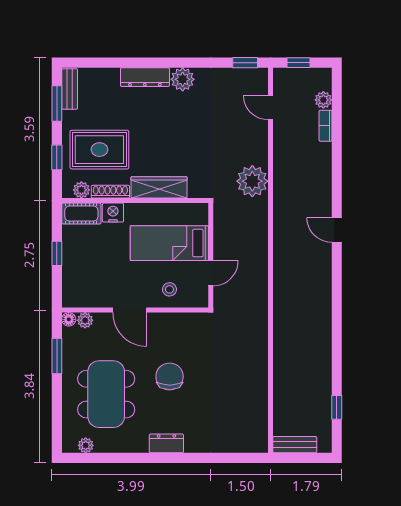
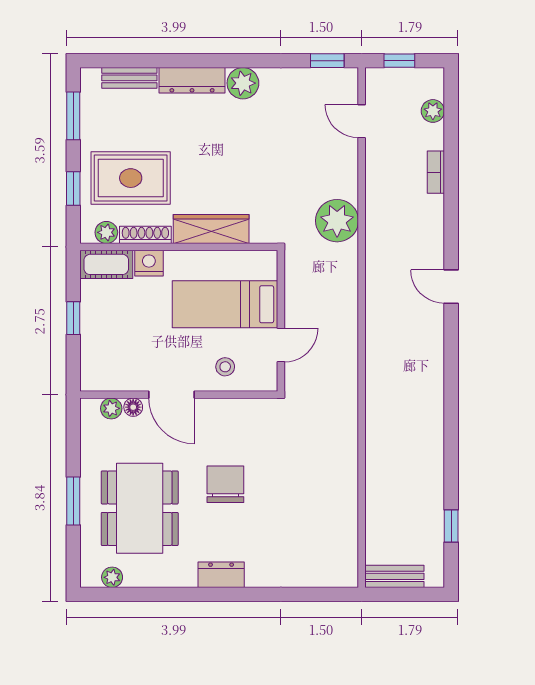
bench: (70, 89) -> (129, 78), moved, turned 90
bookcase: (326, 126) -> (436, 172), moved
floor lamp: (69, 319) -> (133, 407), moved
window: (57, 356) -> (73, 501), moved

